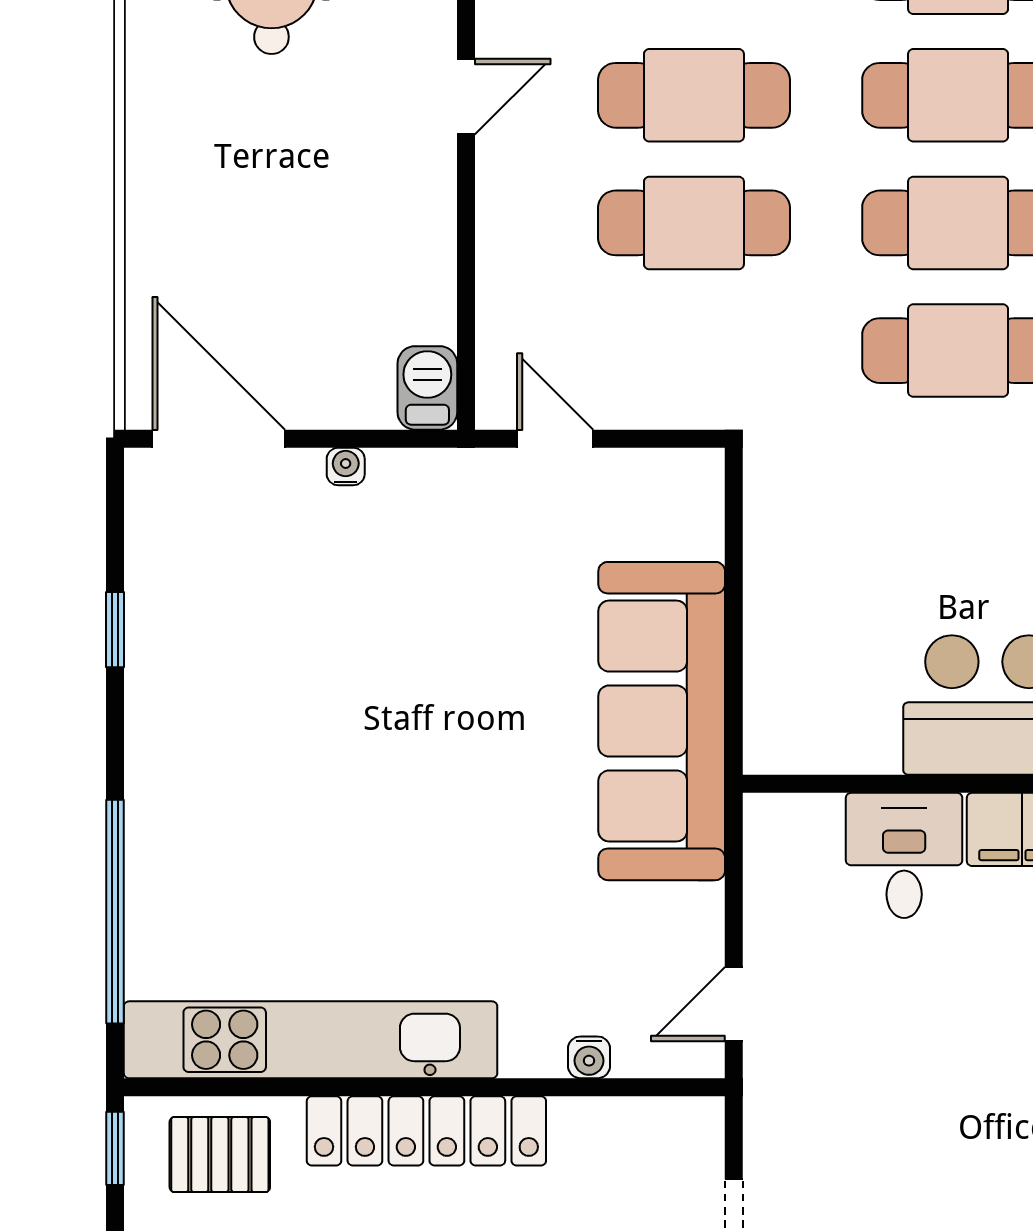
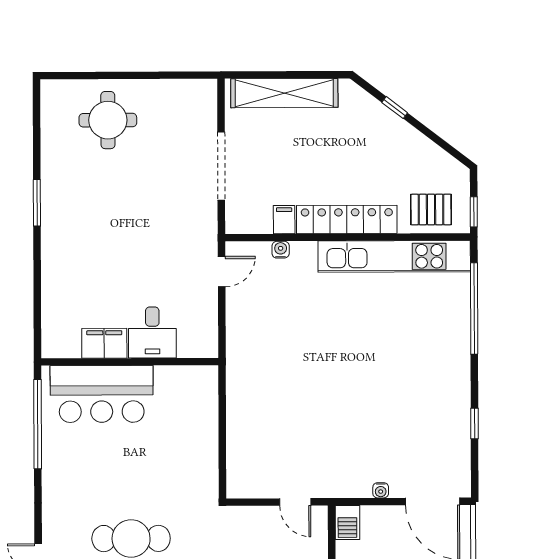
sofa: (662, 721) -> (251, 387), removed
filing cabinet: (580, 1131) -> (284, 220), added

